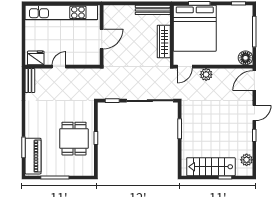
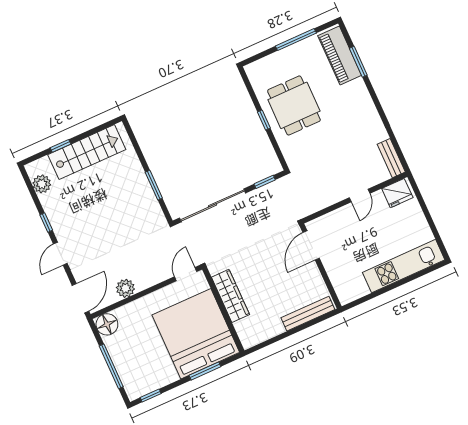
bench: (153, 10) -> (308, 314), moved
kitchen unit: (61, 12) -> (404, 266), width x0.73
door: (102, 39) -> (311, 245), moved
plant: (206, 74) -> (125, 288), moved

